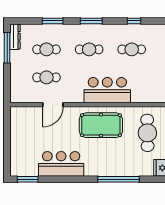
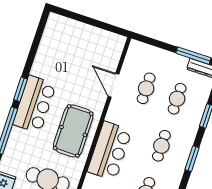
bar counter: (61, 164) -> (34, 104), moved
window: (28, 179) -> (21, 89), moved

